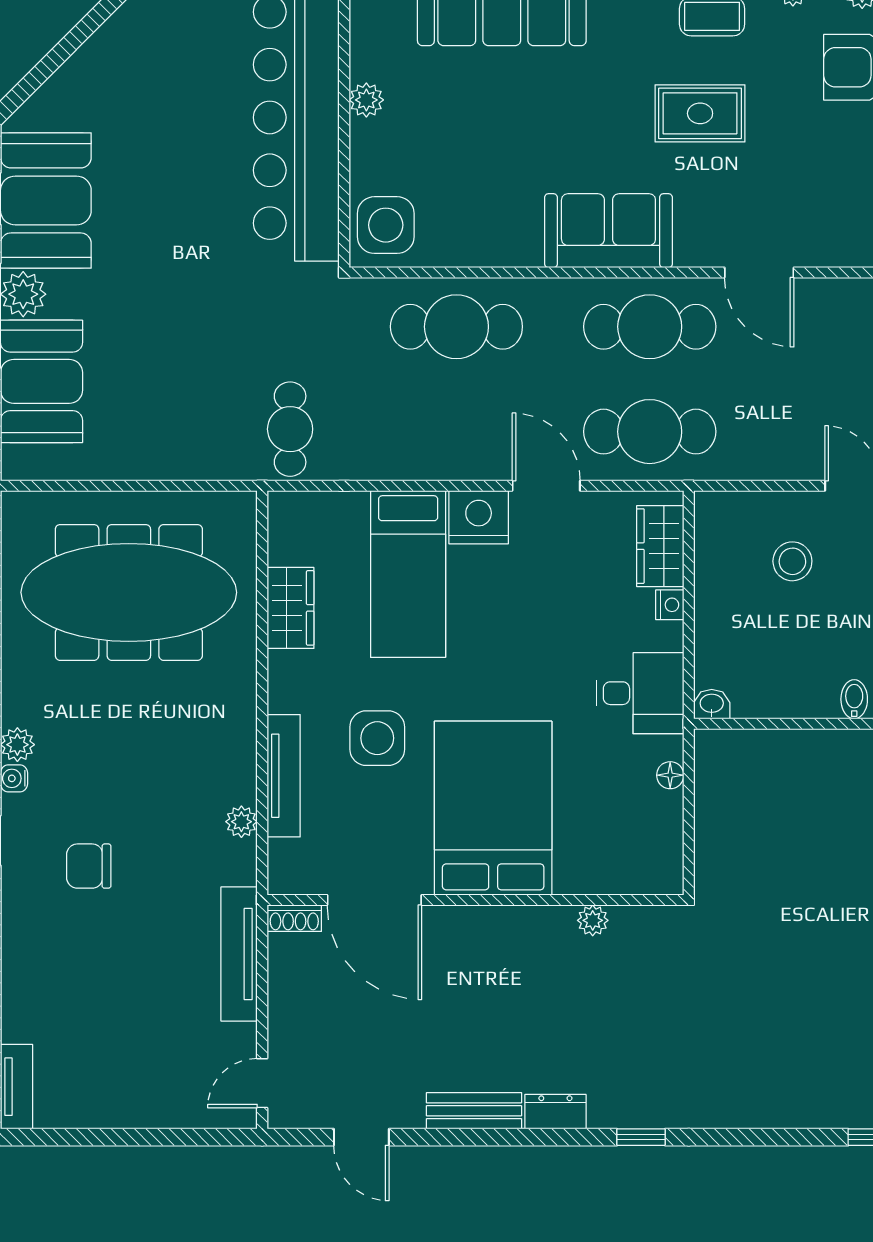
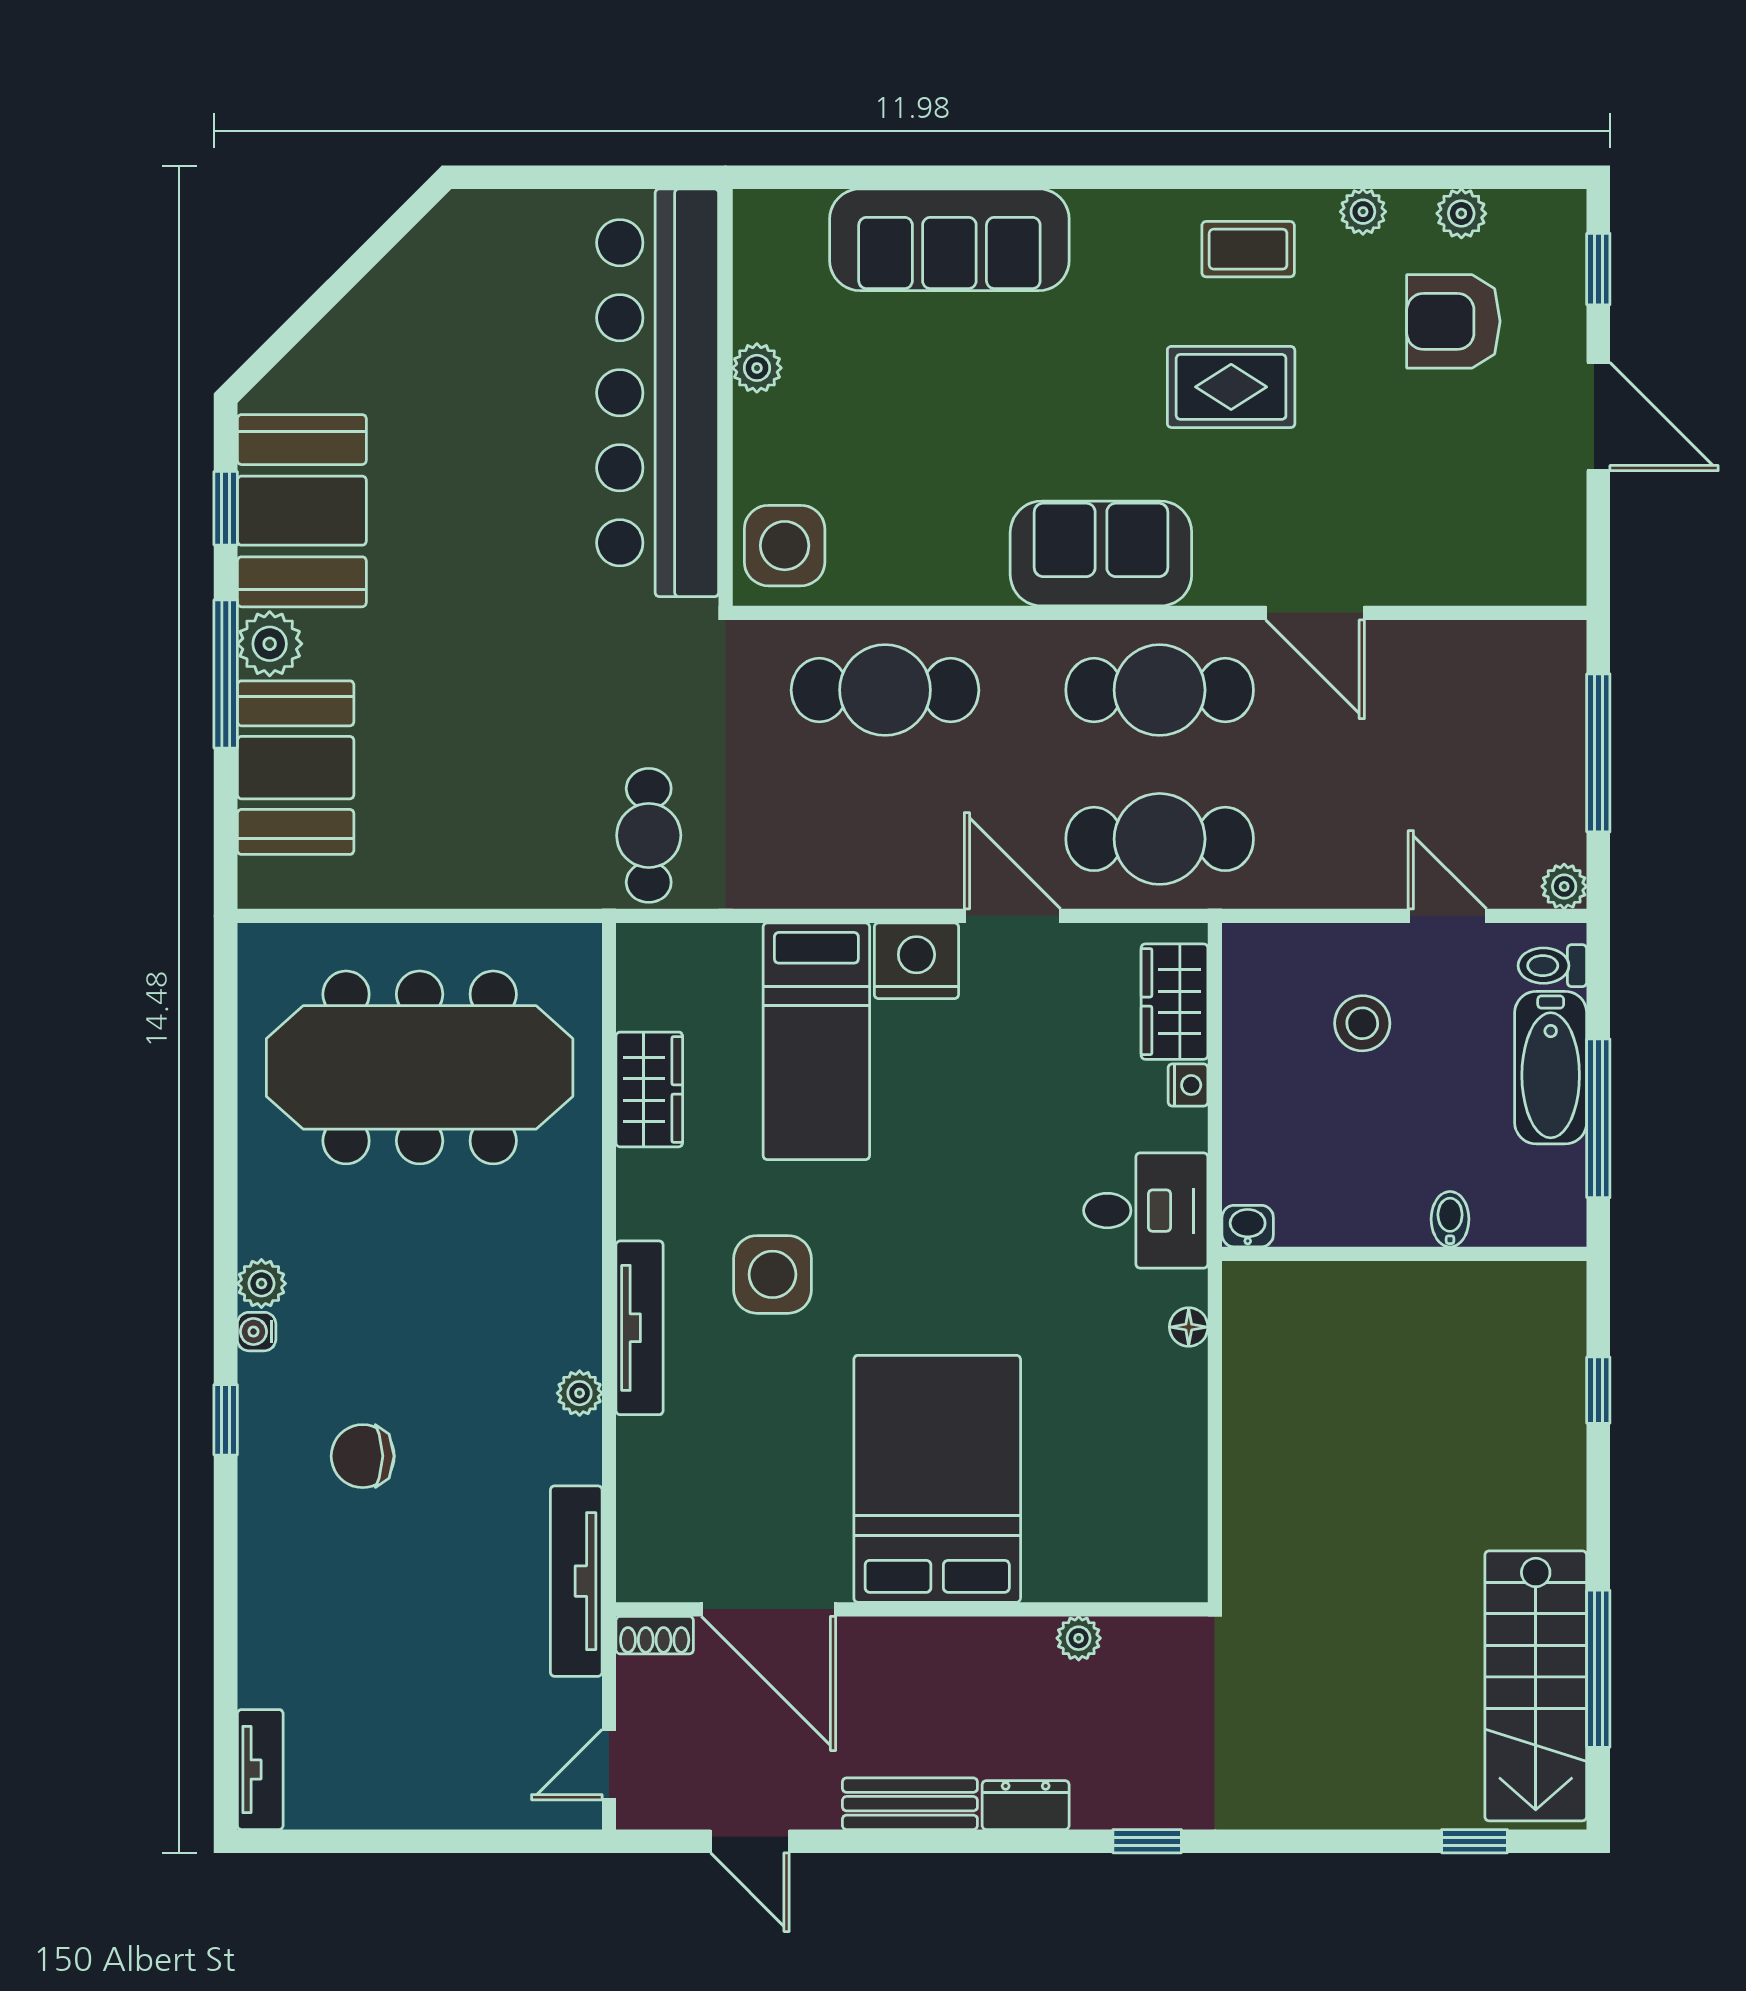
bed: (493, 808) -> (937, 1479), moved
door: (374, 900) -> (769, 1609), moved
wall: (475, 900) -> (912, 1609), moved
shoe rack: (294, 918) -> (655, 1635), moved
plant: (593, 920) -> (1079, 1638), moved

